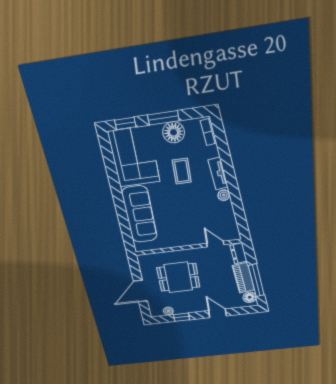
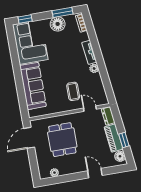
window: (163, 118) -> (62, 12), moved
coffee table: (182, 171) -> (73, 91), moved
dining table: (178, 277) -> (62, 140), turned 90
window: (256, 280) -> (124, 140), width x0.46
door: (140, 291) -> (29, 138), moved
window: (182, 317) -> (65, 178), removed

